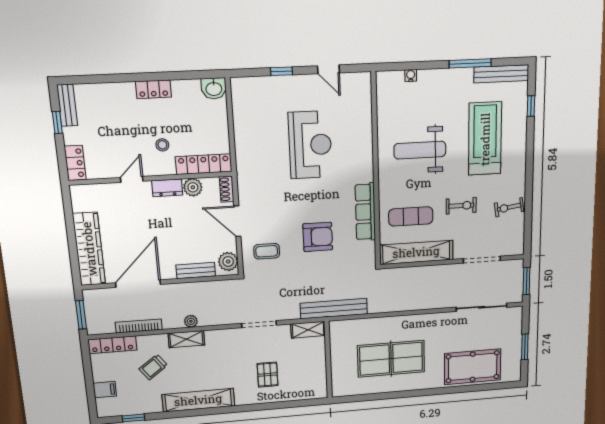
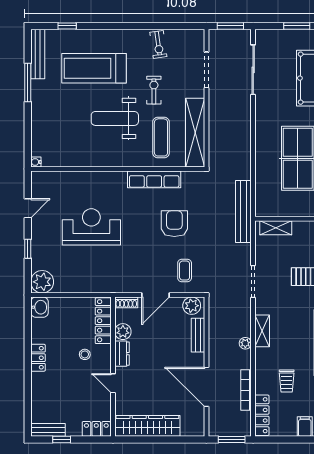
water cooler: (411, 76) -> (36, 162), moved
plant: (244, 90) -> (42, 282), added
weight bench: (420, 150) -> (115, 118), moved, turned 90
wardrobe: (89, 249) -> (147, 426), moved
shelving: (308, 330) -> (276, 228), moved, turned 90
shelving: (186, 339) -> (262, 331), moved
trolley: (153, 367) -> (287, 381), turned 36

